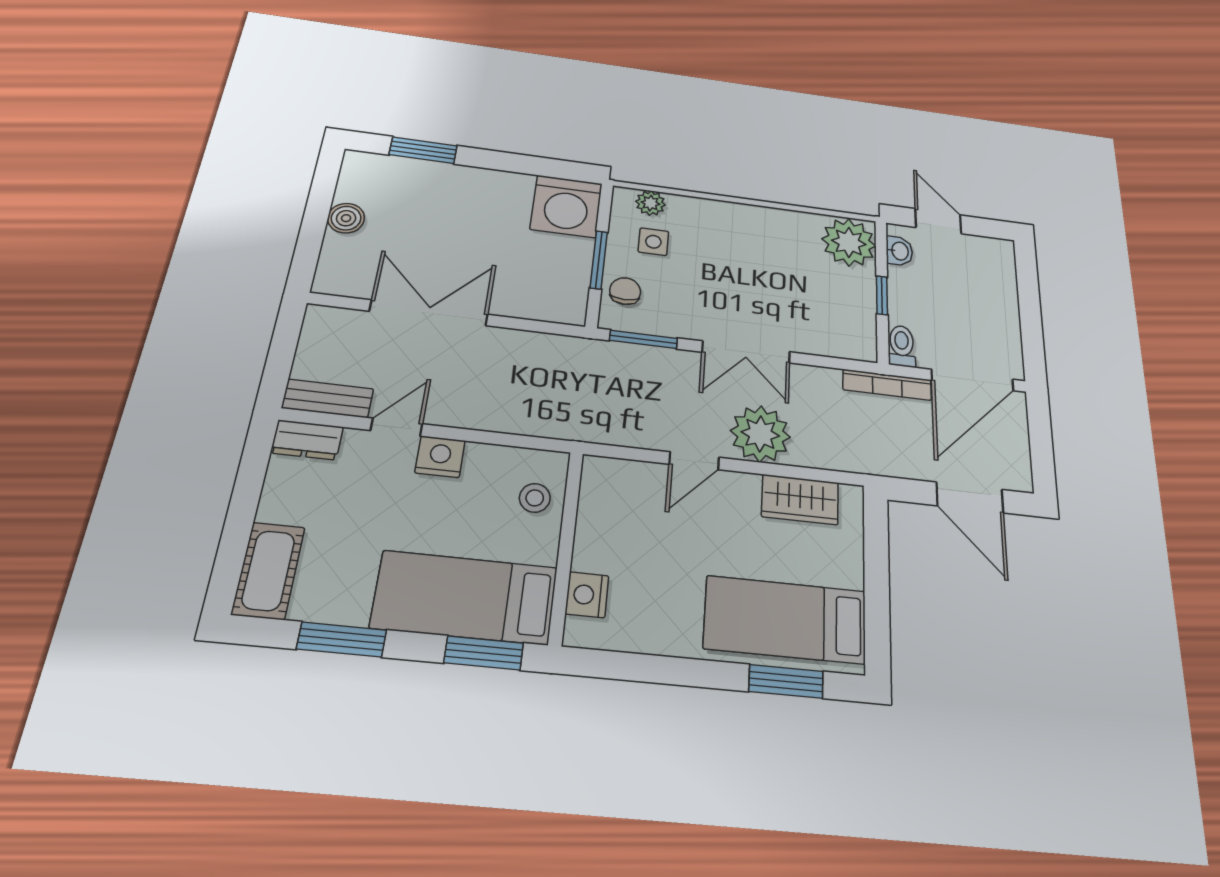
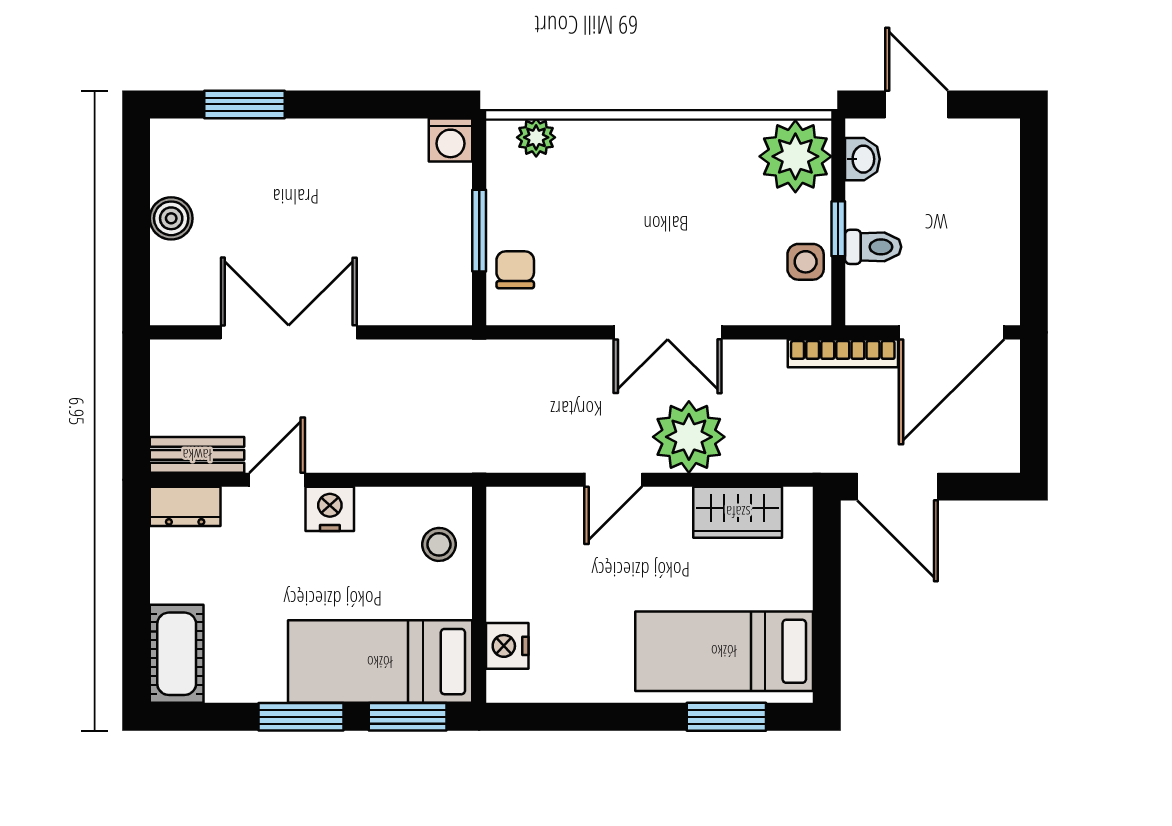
washing machine: (566, 206) -> (451, 140), width x0.53, depth x0.53
side table: (653, 242) -> (806, 262), moved
window: (643, 339) -> (543, 332), removed
toilet: (902, 346) -> (873, 247), moved, turned 90
door: (970, 498) -> (898, 487), moved
window: (342, 640) -> (301, 717), moved

